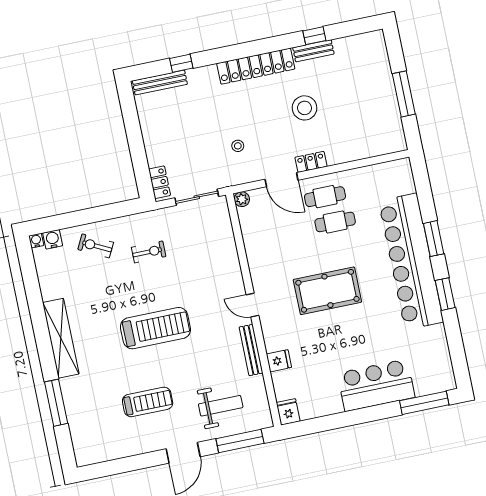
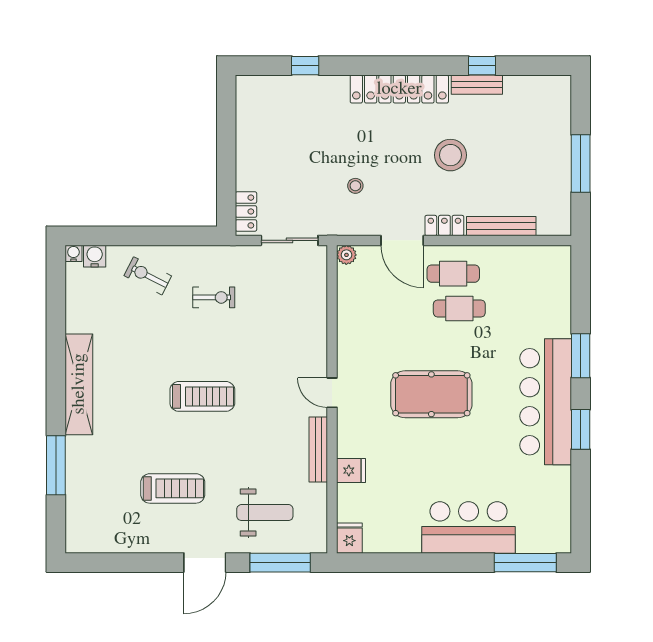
bench: (160, 83) -> (501, 226), moved
bar counter: (411, 261) -> (546, 402), width x0.73
treadmill: (155, 328) -> (202, 396), width x0.73, depth x0.73

